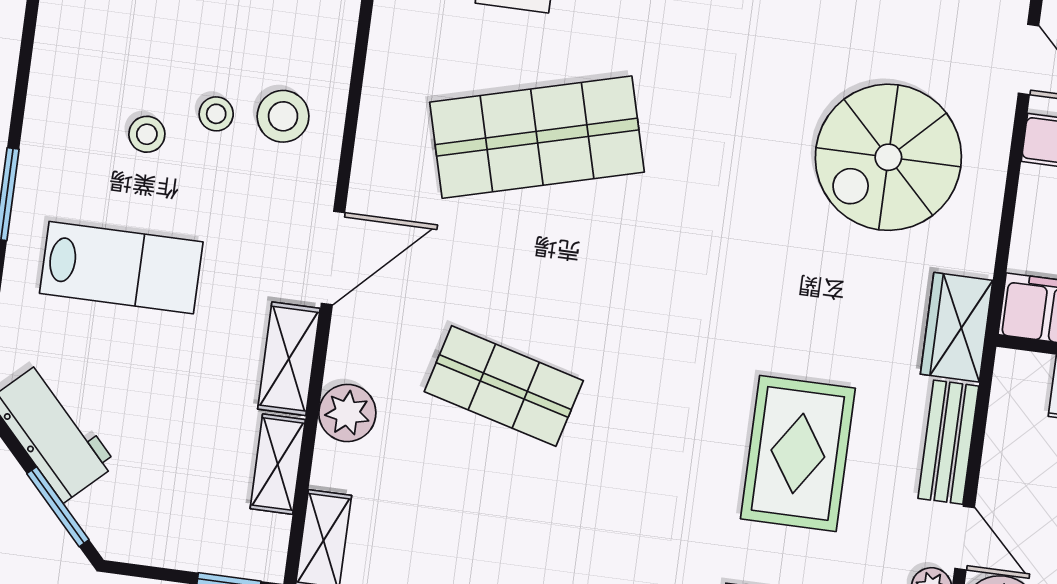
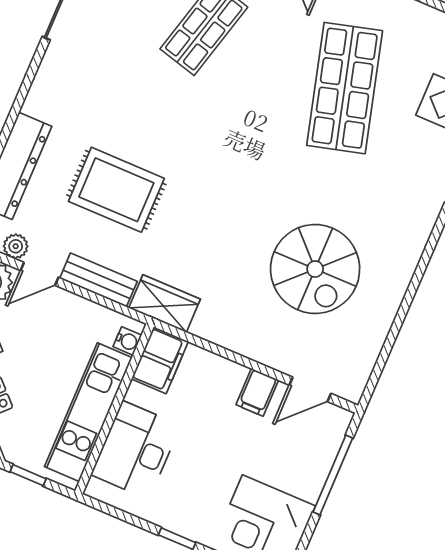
spiral stairs: (888, 157) -> (315, 269), moved, turned 180
water cooler: (1032, 370) -> (127, 341), added

